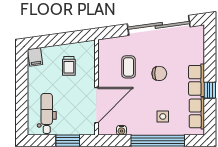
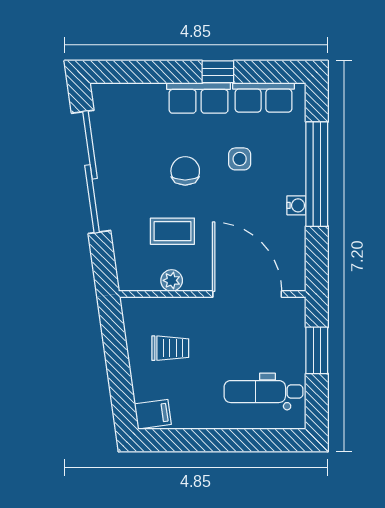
plant: (103, 67) -> (172, 280), added
side table: (163, 116) -> (240, 159), moved
water cooler: (121, 130) -> (296, 205), moved

